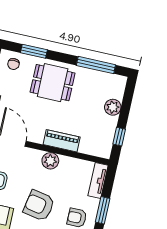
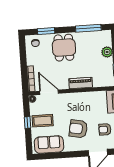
dining table: (53, 83) -> (64, 48), turned 90
plant: (50, 161) -> (77, 98), removed

